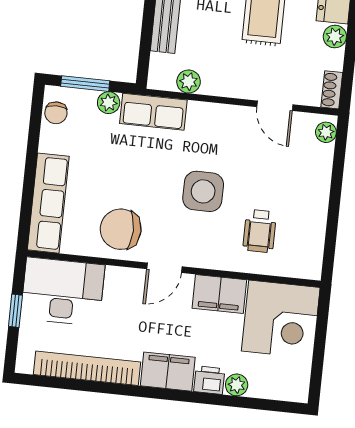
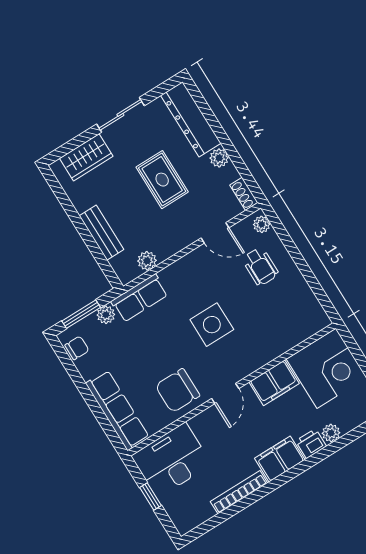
chair: (56, 113) -> (77, 348), turned -90
wheelchair: (260, 231) -> (260, 267), moved
bookcase: (87, 368) -> (239, 492), width x0.68, depth x0.76

